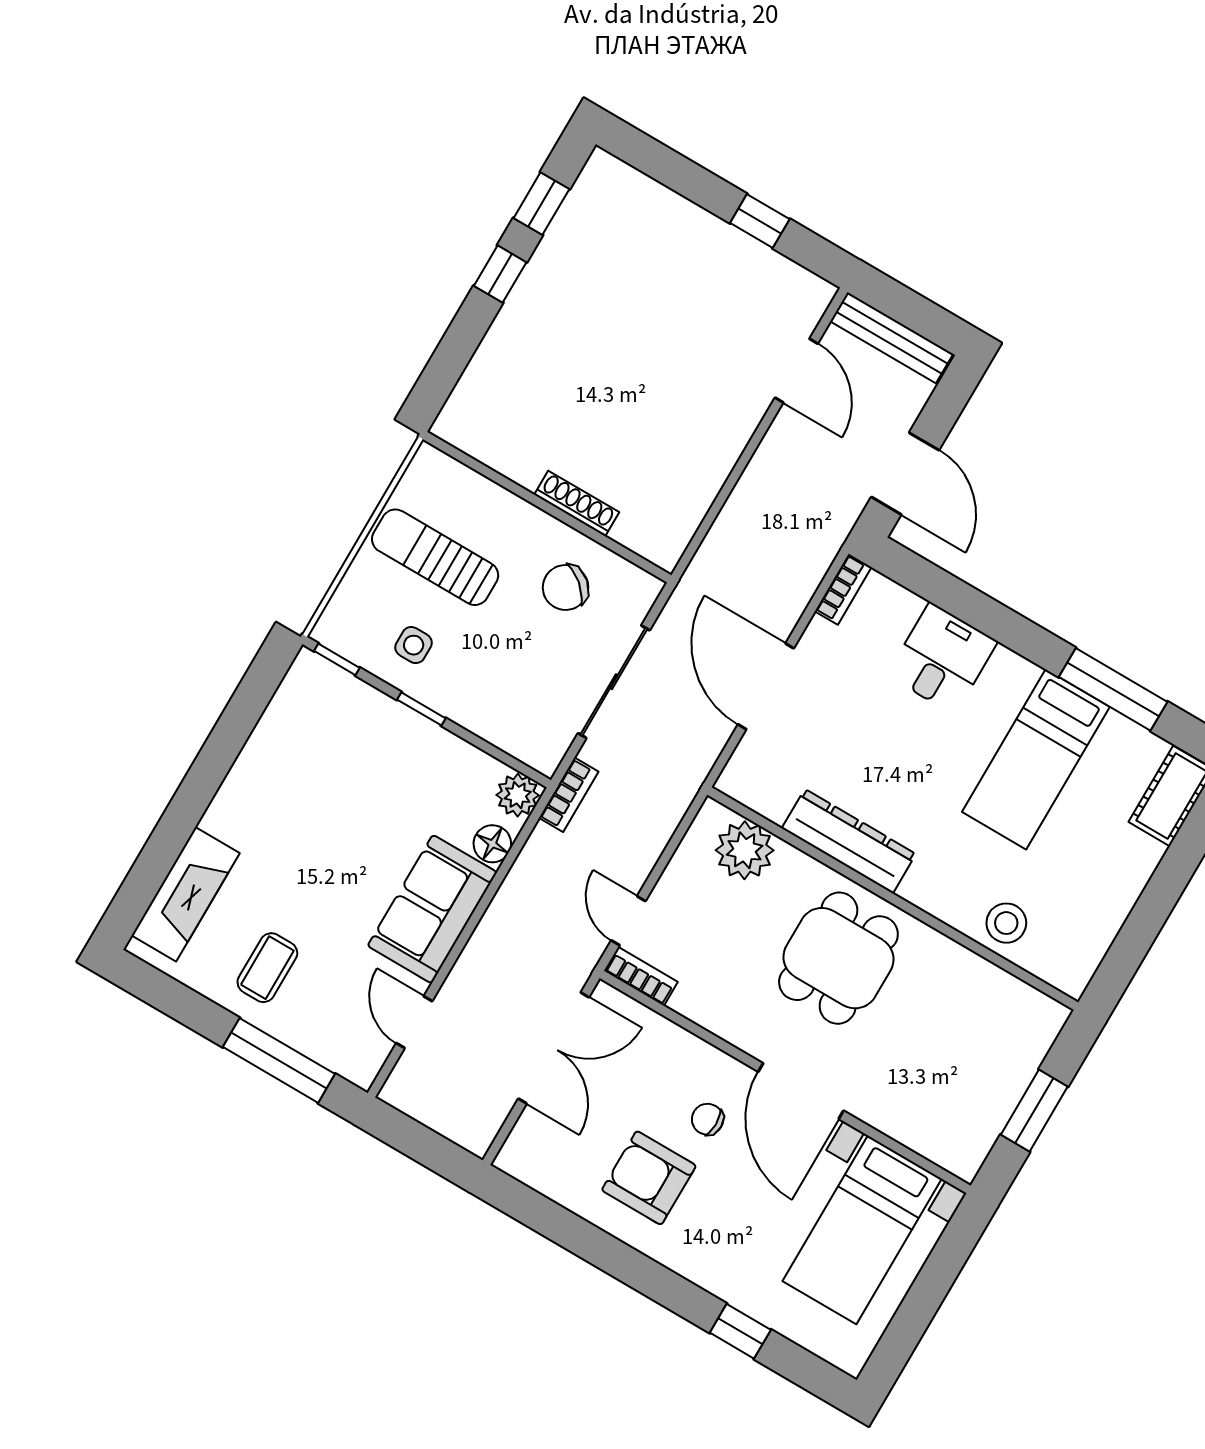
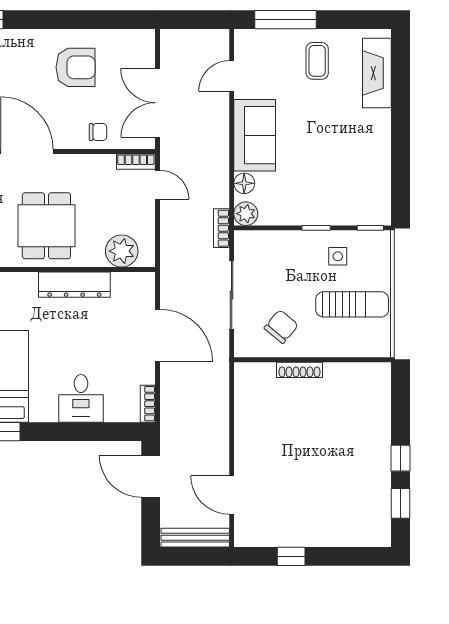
door: (414, 1022) -> (232, 76), swing flipped
chair: (708, 1119) -> (98, 132), moved

